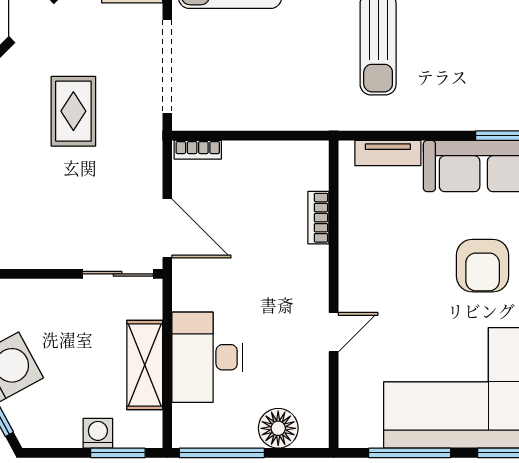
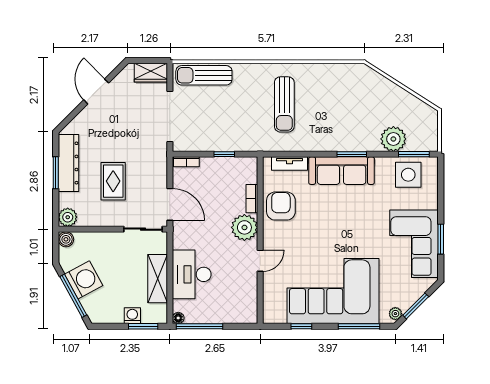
rug: (73, 111) -> (113, 181), moved
window: (267, 136) -> (224, 154), added
armchair: (483, 266) -> (281, 206), moved, turned 180
plant: (305, 271) -> (244, 227), added
floor lamp: (278, 428) -> (178, 318), moved, width x0.53, depth x0.53
window: (410, 453) -> (301, 326), width x0.46

